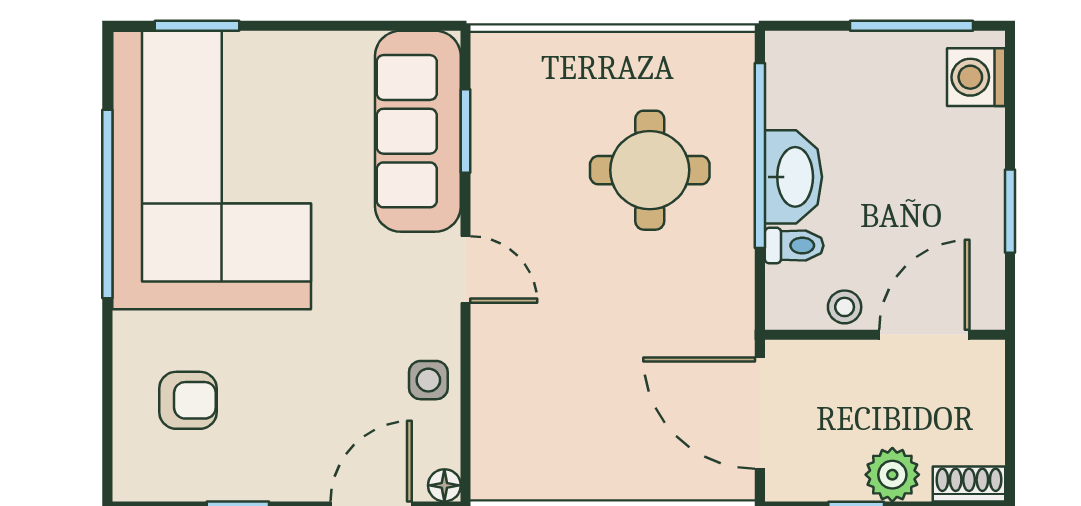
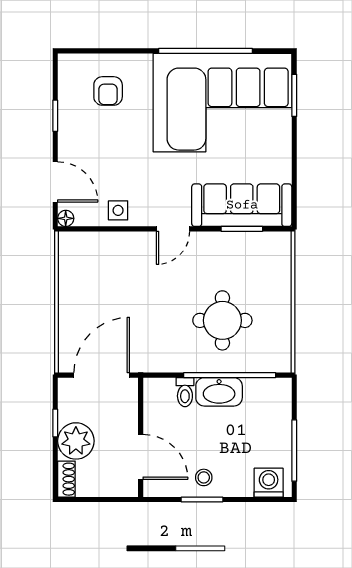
stool: (845, 307) -> (204, 477), moved
plant: (892, 475) -> (76, 441), width x1.36, depth x1.36

